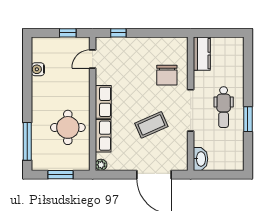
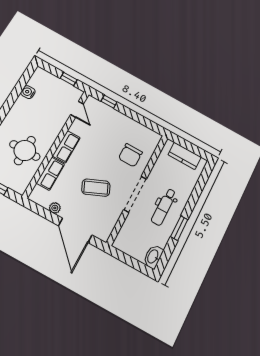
kitchen counter: (202, 54) -> (185, 156), moved, turned 90
door: (93, 59) -> (77, 109), swing flipped
washbasin: (201, 159) -> (153, 257), moved, turned 180
plant: (101, 165) -> (55, 208), moved

